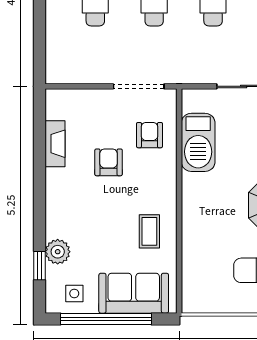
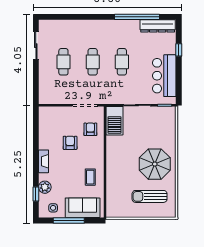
barbecue: (198, 142) -> (114, 121), moved
fireplace: (55, 144) -> (44, 161), moved
window: (106, 319) -> (69, 220), width x0.68

